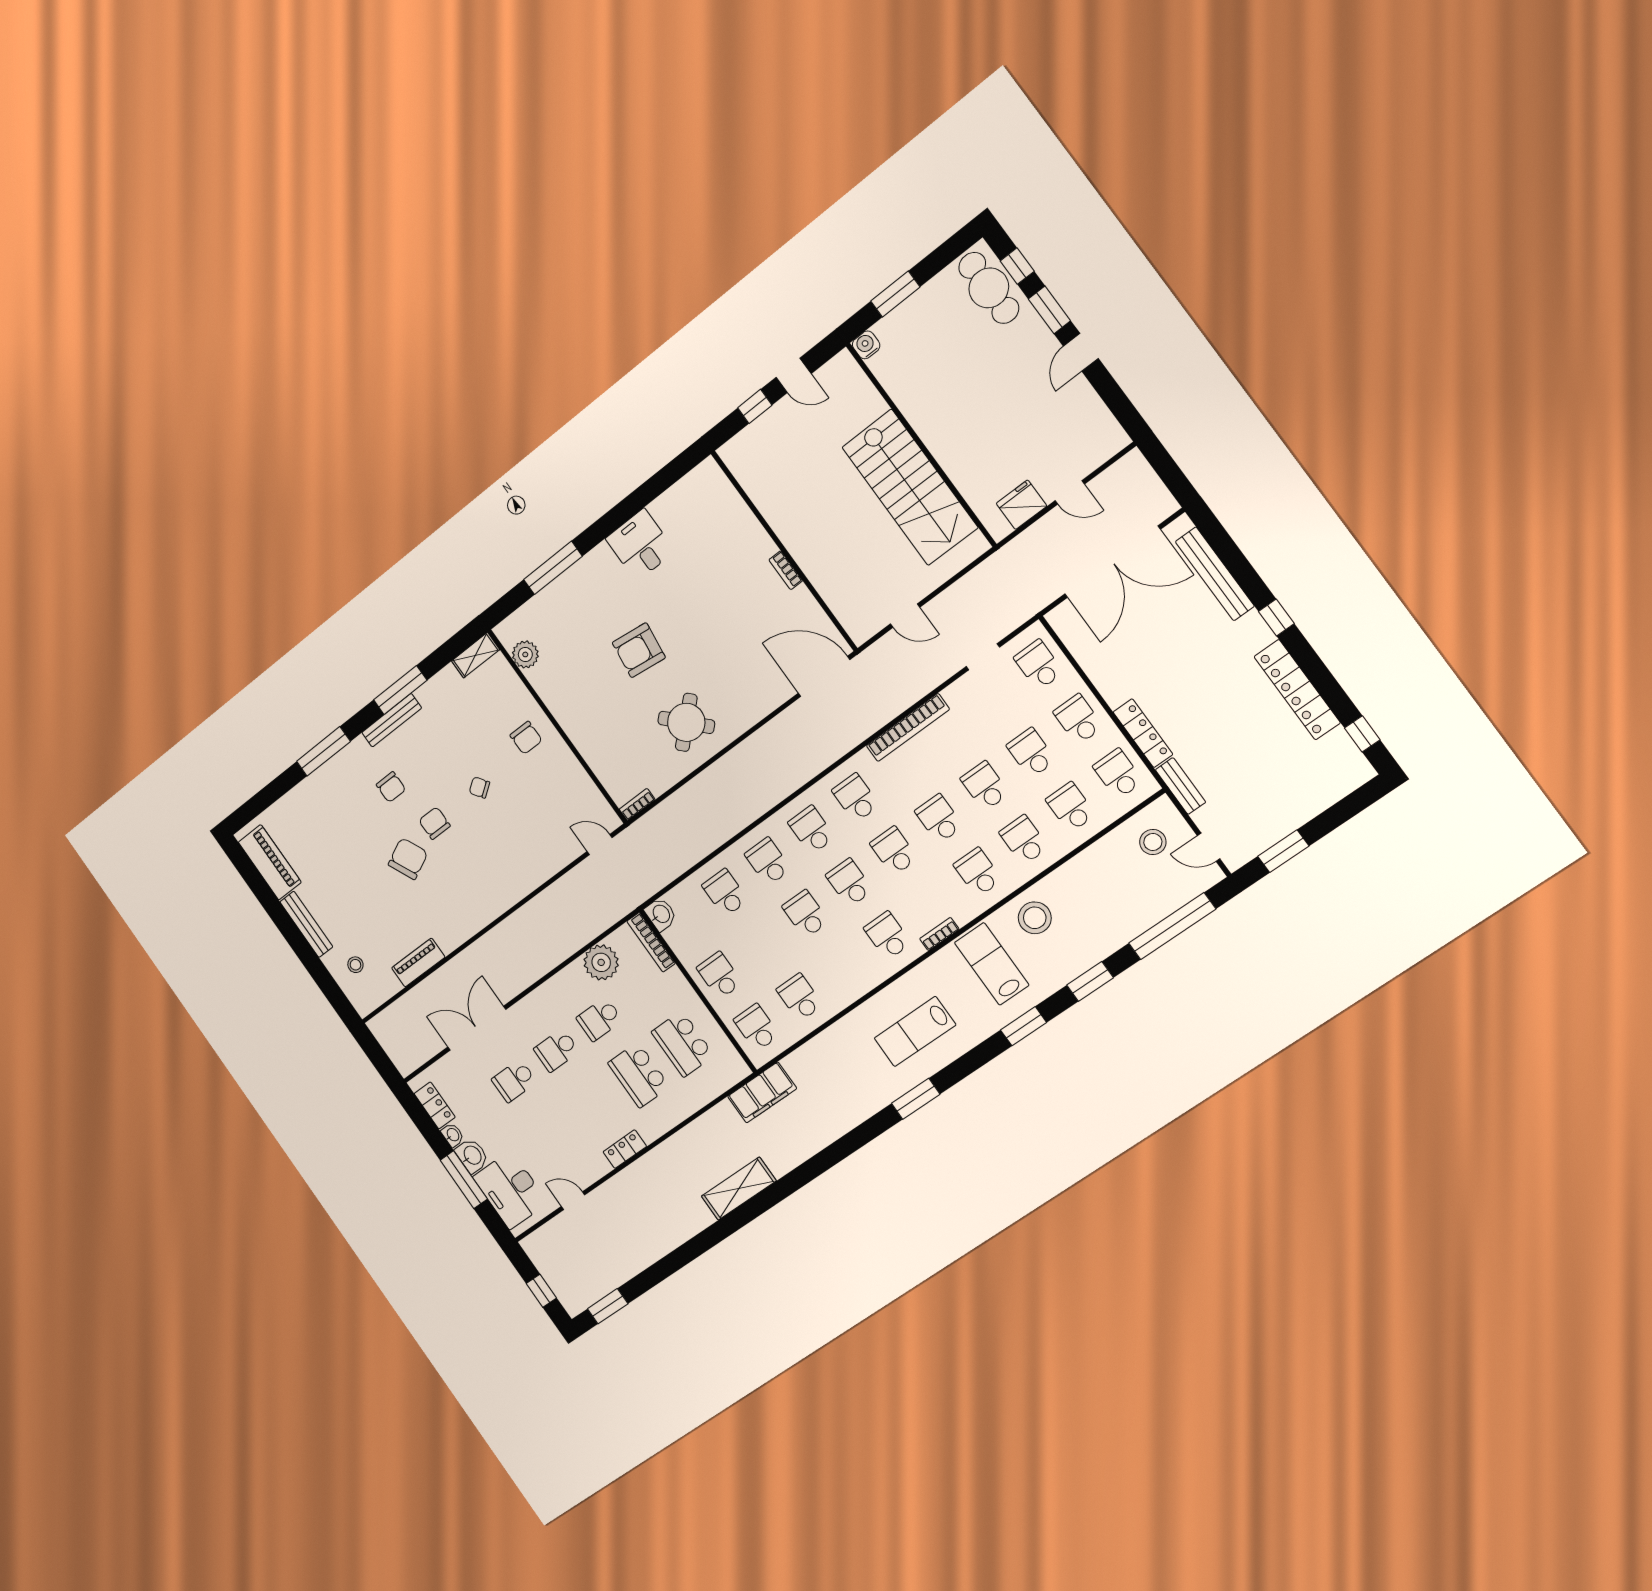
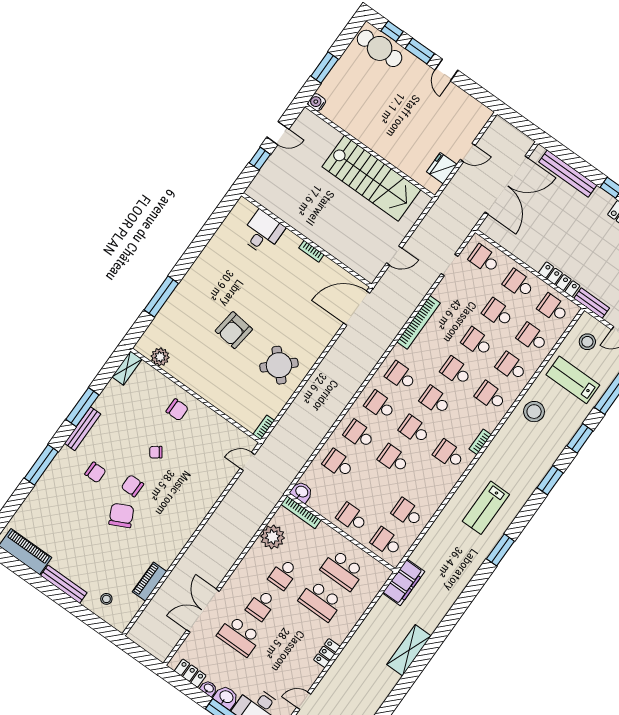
desk: (640, 545) -> (262, 232), moved, turned 90
lab bench: (992, 964) -> (573, 380), moved
school desk: (514, 1081) -> (239, 636), width x1.85

